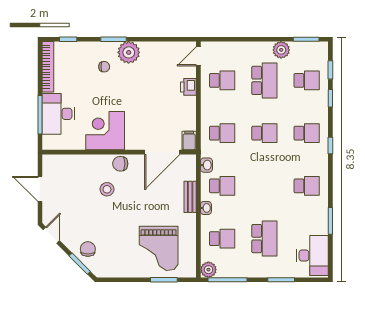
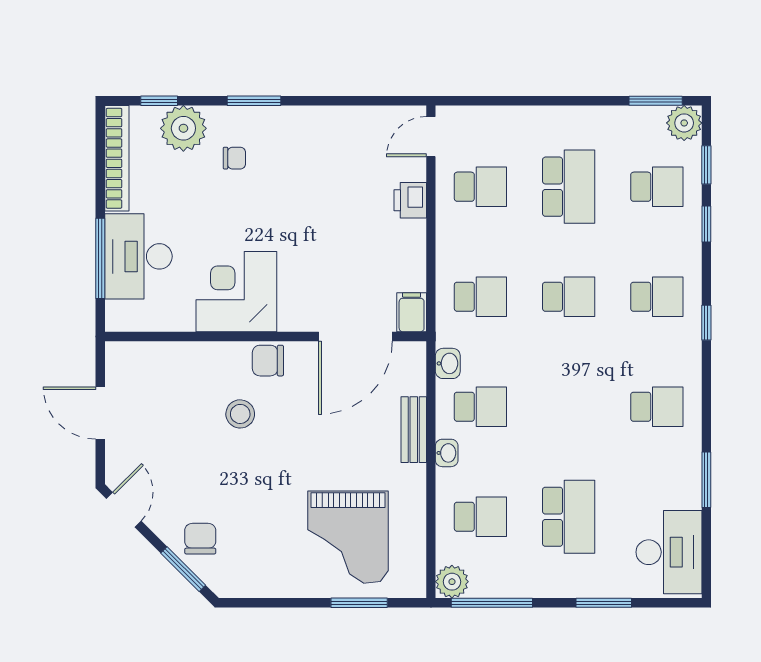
plant: (281, 50) -> (684, 123), moved
plant: (129, 52) -> (183, 128), moved

